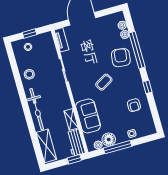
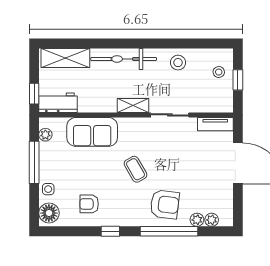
shelving: (71, 119) -> (133, 106), moved
floor lamp: (109, 139) -> (49, 213), moved

